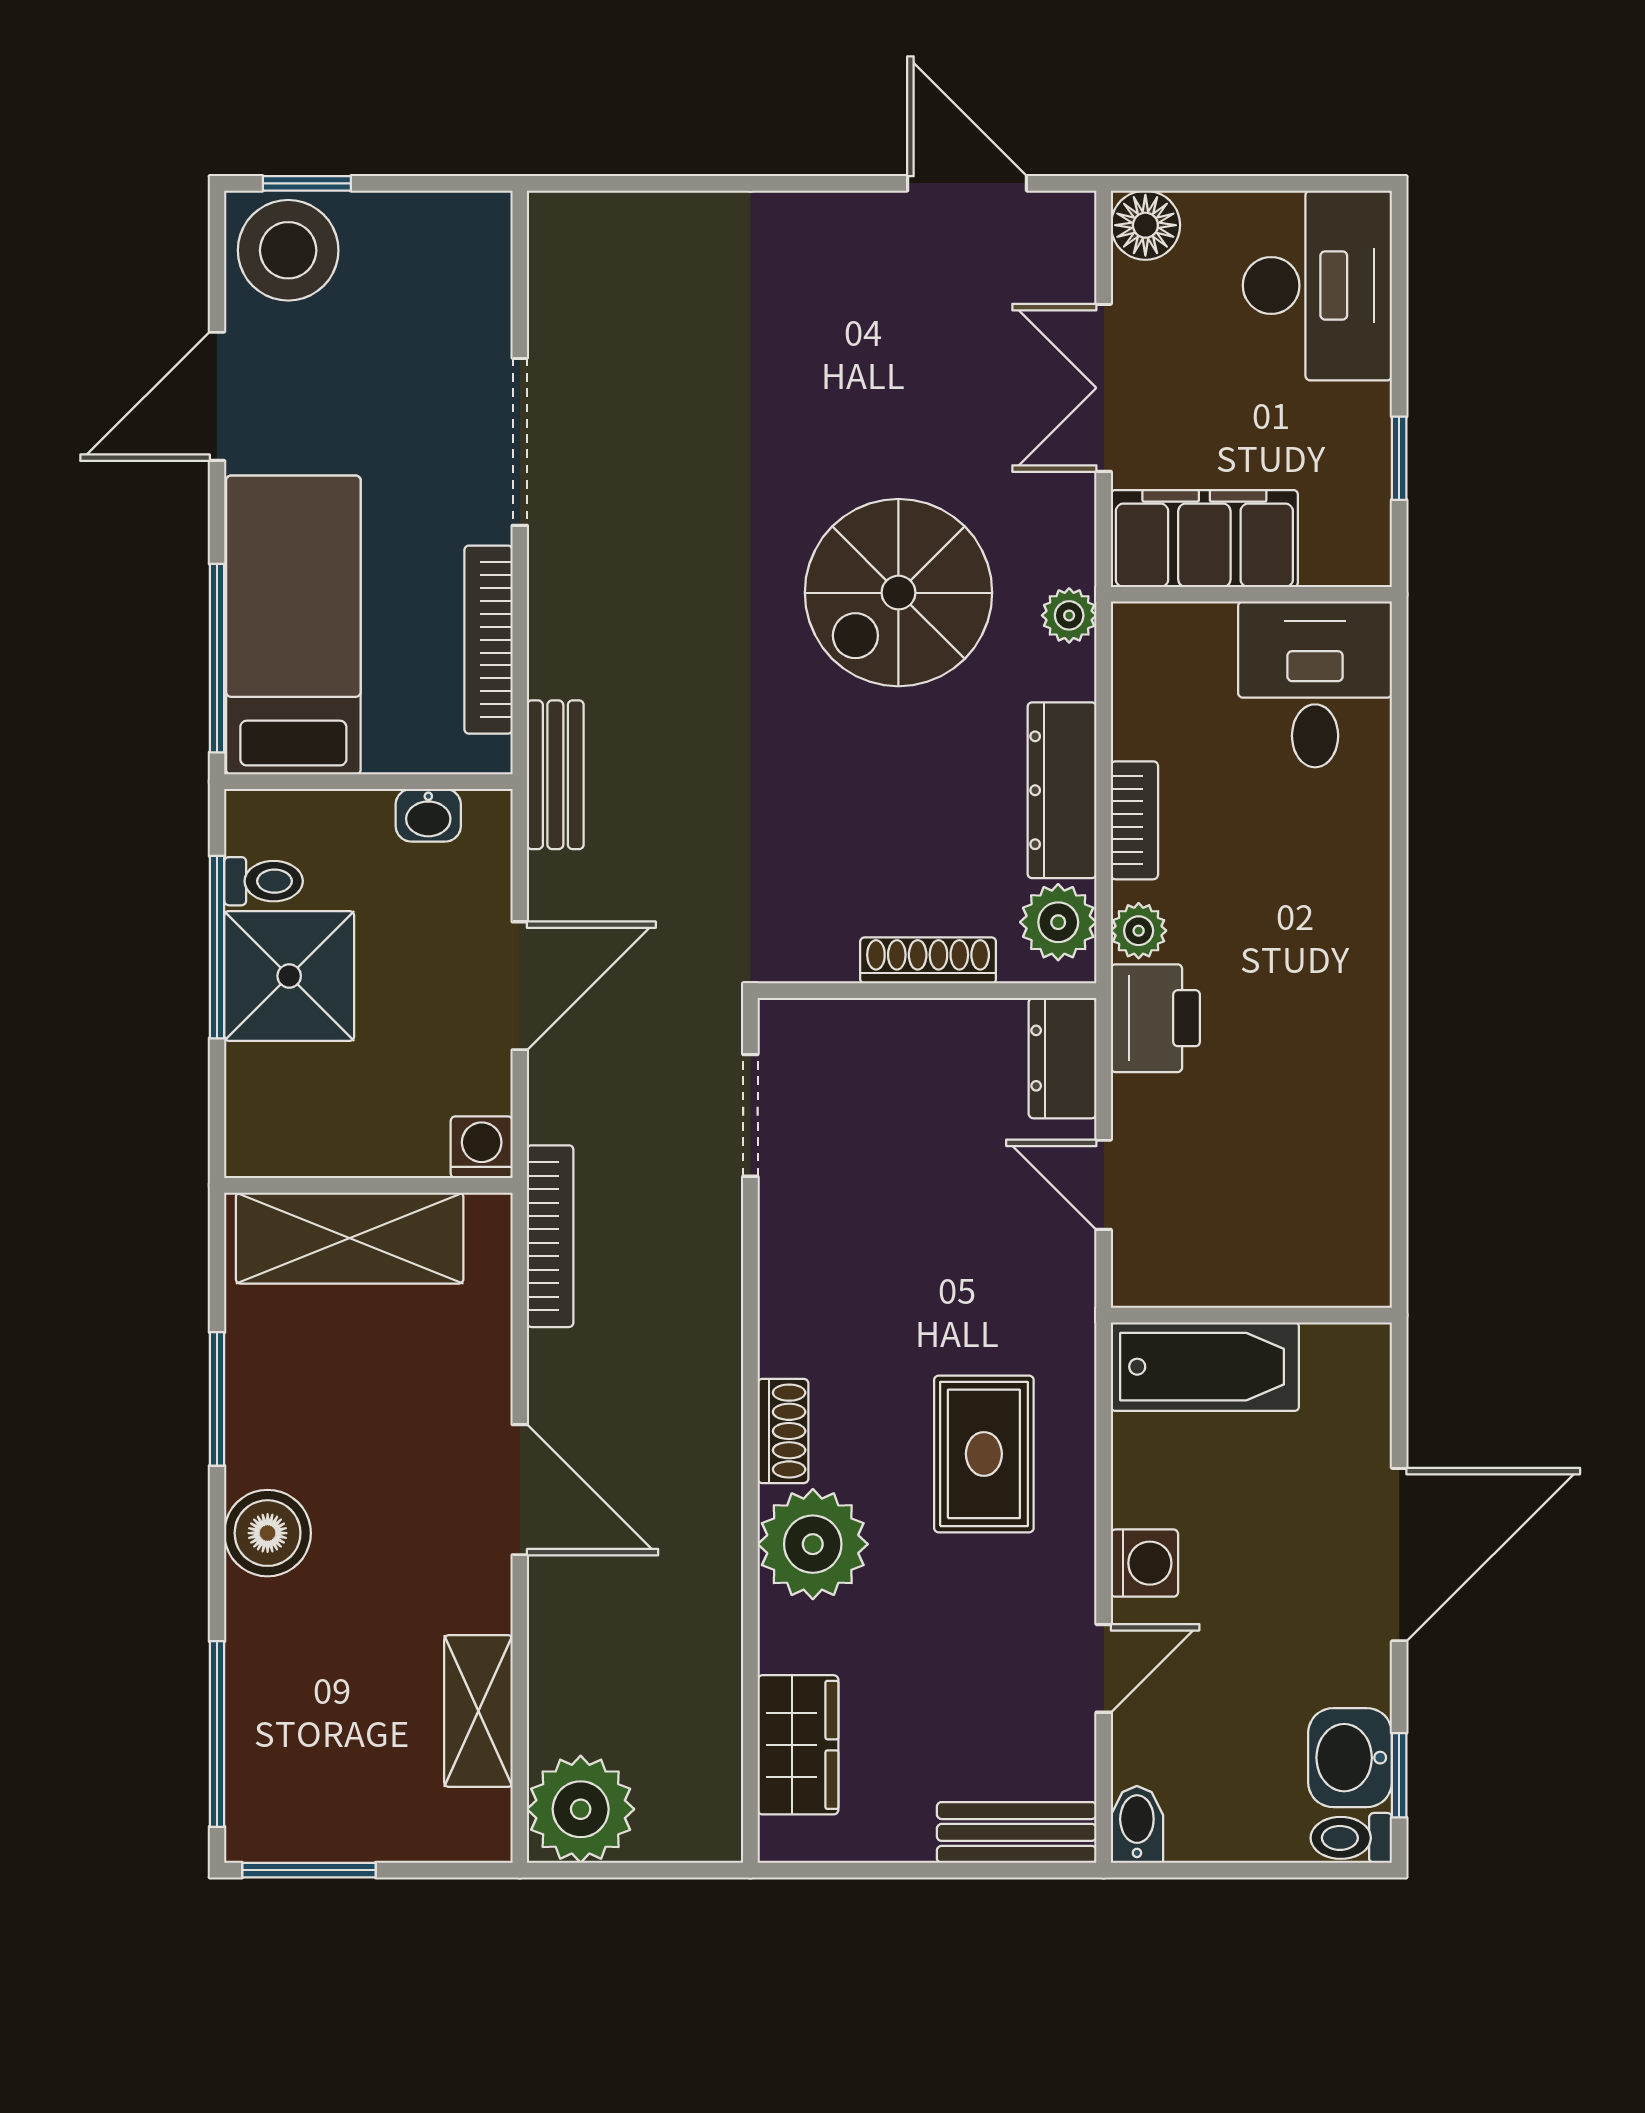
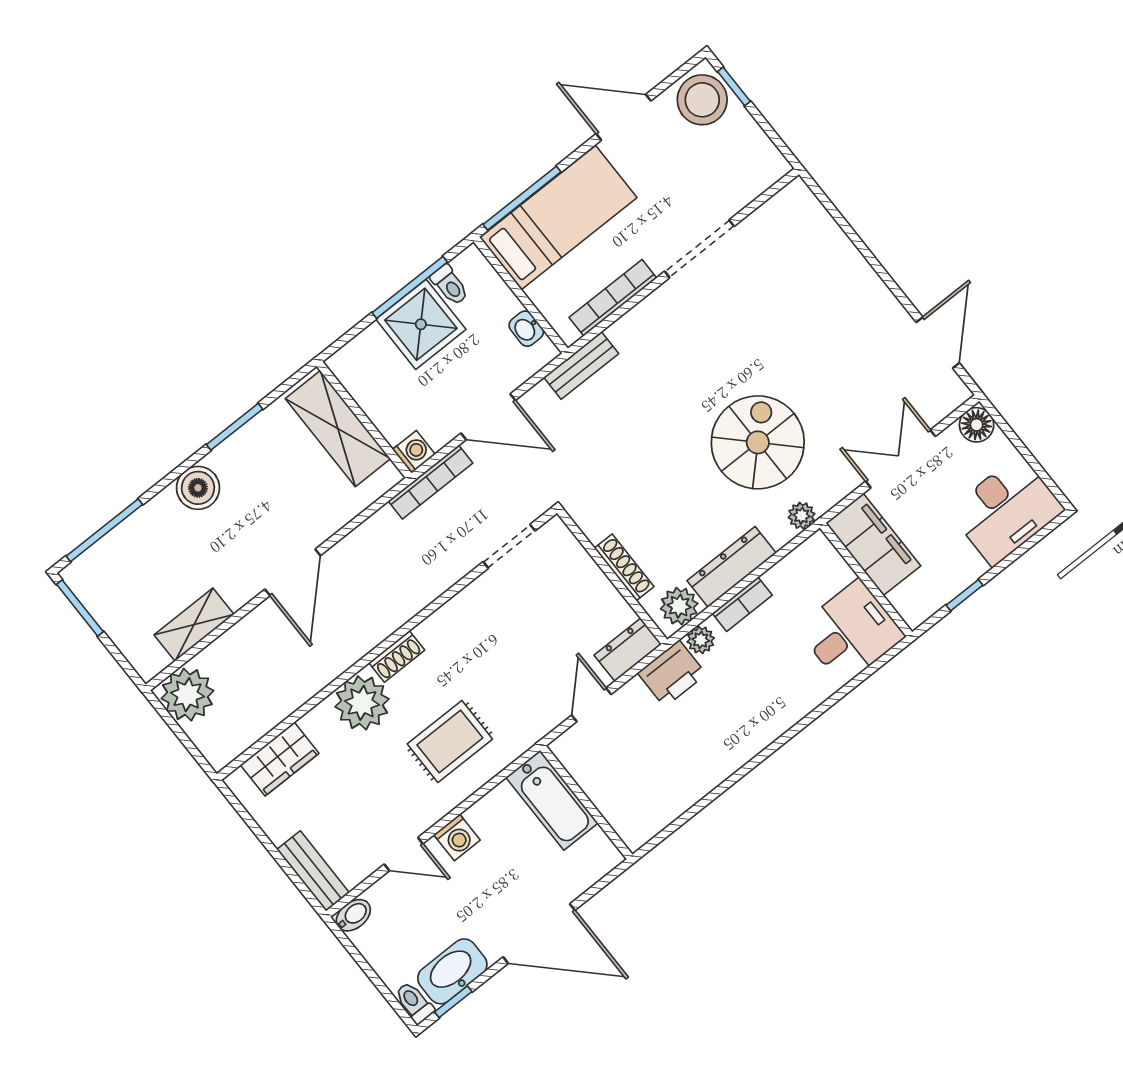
spiral stairs: (898, 593) -> (758, 442), turned 90
bookcase: (550, 1236) -> (430, 482), moved
washbasin: (1350, 1758) -> (452, 971), width x1.38

